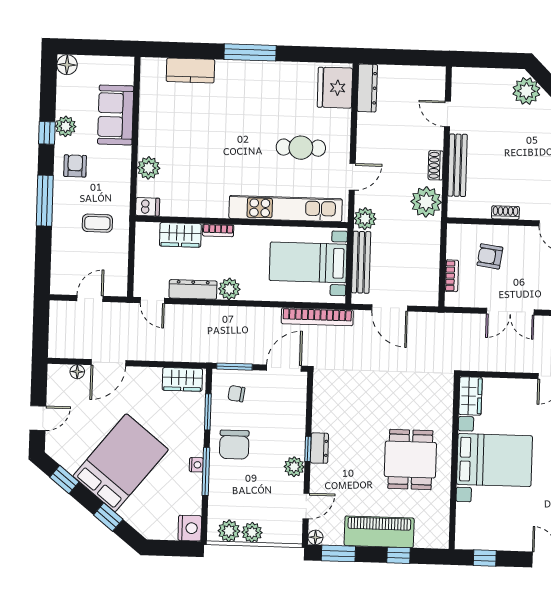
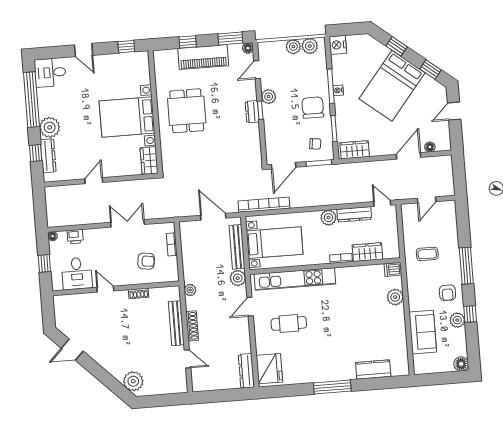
shoe rack: (436, 165) -> (192, 326), width x1.43
plant: (426, 202) -> (190, 290), width x0.53, depth x0.53

